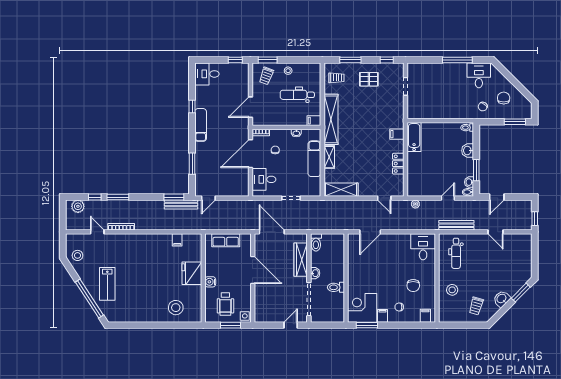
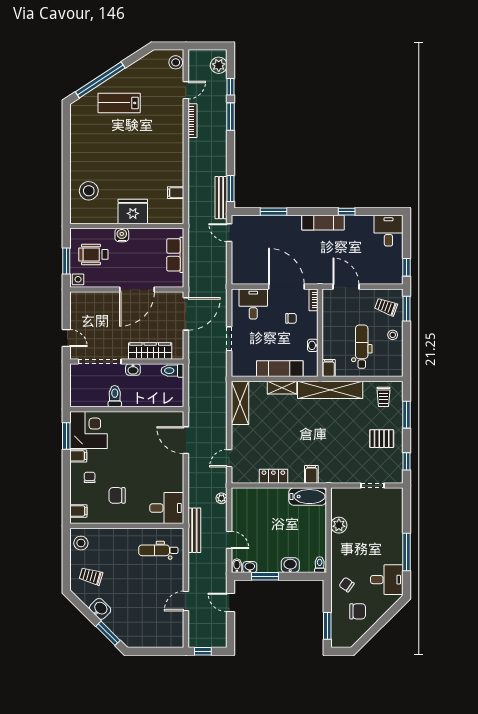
pallet: (369, 79) -> (382, 439), turned 90
plant: (436, 113) -> (339, 525), added
bench: (456, 225) -> (194, 530), moved
stool: (77, 255) -> (176, 62), moved
stool: (452, 290) -> (81, 543), moved

